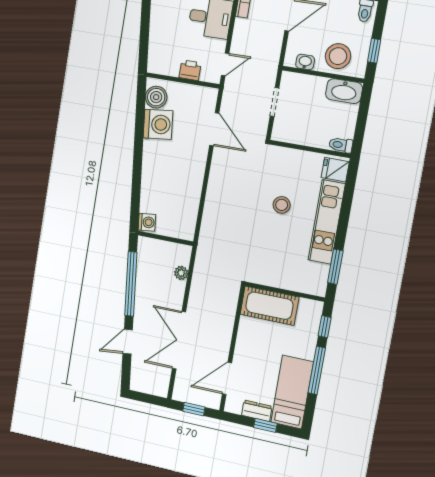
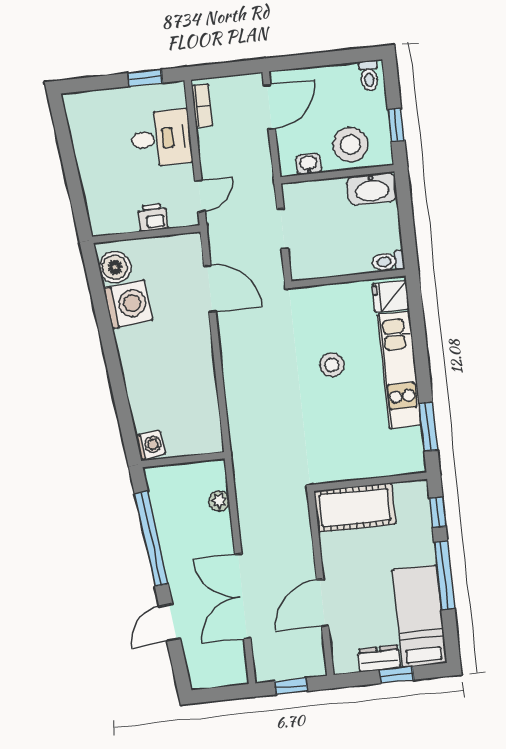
door: (227, 378) -> (322, 603), moved

